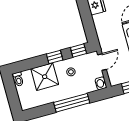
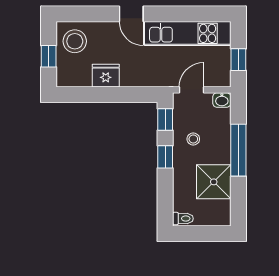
door: (102, 62) -> (191, 90), hinge flipped
shower: (45, 77) -> (214, 182), moved

